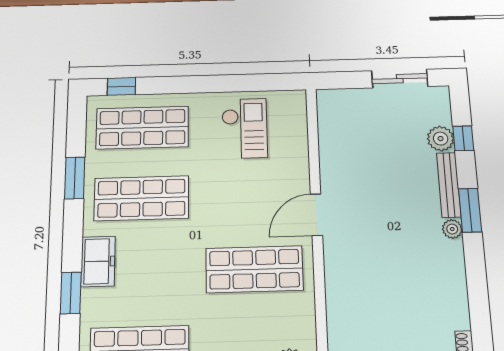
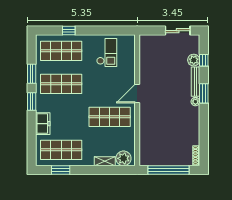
window: (121, 86) -> (69, 31), moved
freezer: (98, 261) -> (43, 124), moved
window: (71, 293) -> (32, 101), moved

